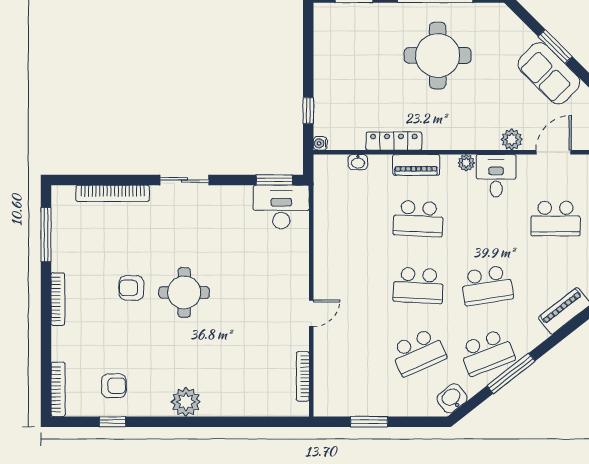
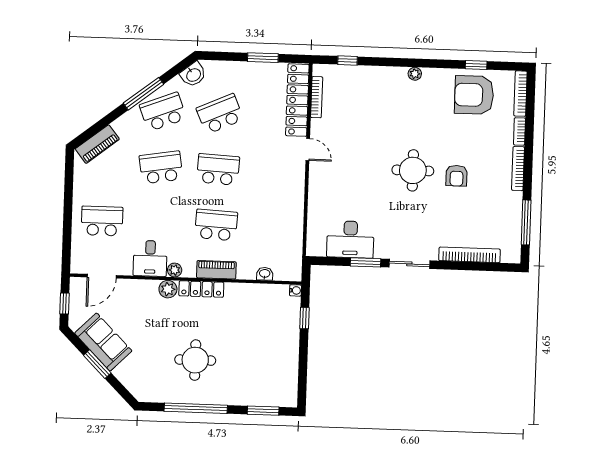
round table: (438, 55) -> (195, 360), width x0.73, depth x0.73
plant: (512, 140) -> (168, 289), moved
locker: (394, 141) -> (201, 289), moved
window: (274, 180) -> (366, 262), moved
desk: (281, 207) -> (350, 239), moved
armchair: (131, 288) -> (457, 176), turned 90
door: (311, 313) -> (308, 149), swing flipped
bookcase: (58, 344) -> (519, 131), added
locker: (326, 372) -> (297, 100), added
armchair: (114, 386) -> (474, 95), width x1.88, depth x1.88
plant: (186, 402) -> (415, 74), width x0.53, depth x0.53
window: (267, 422) -> (347, 61), added

